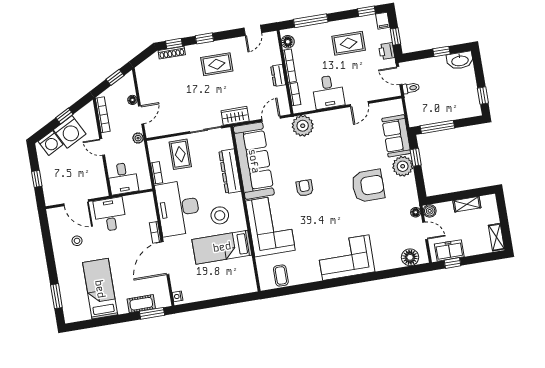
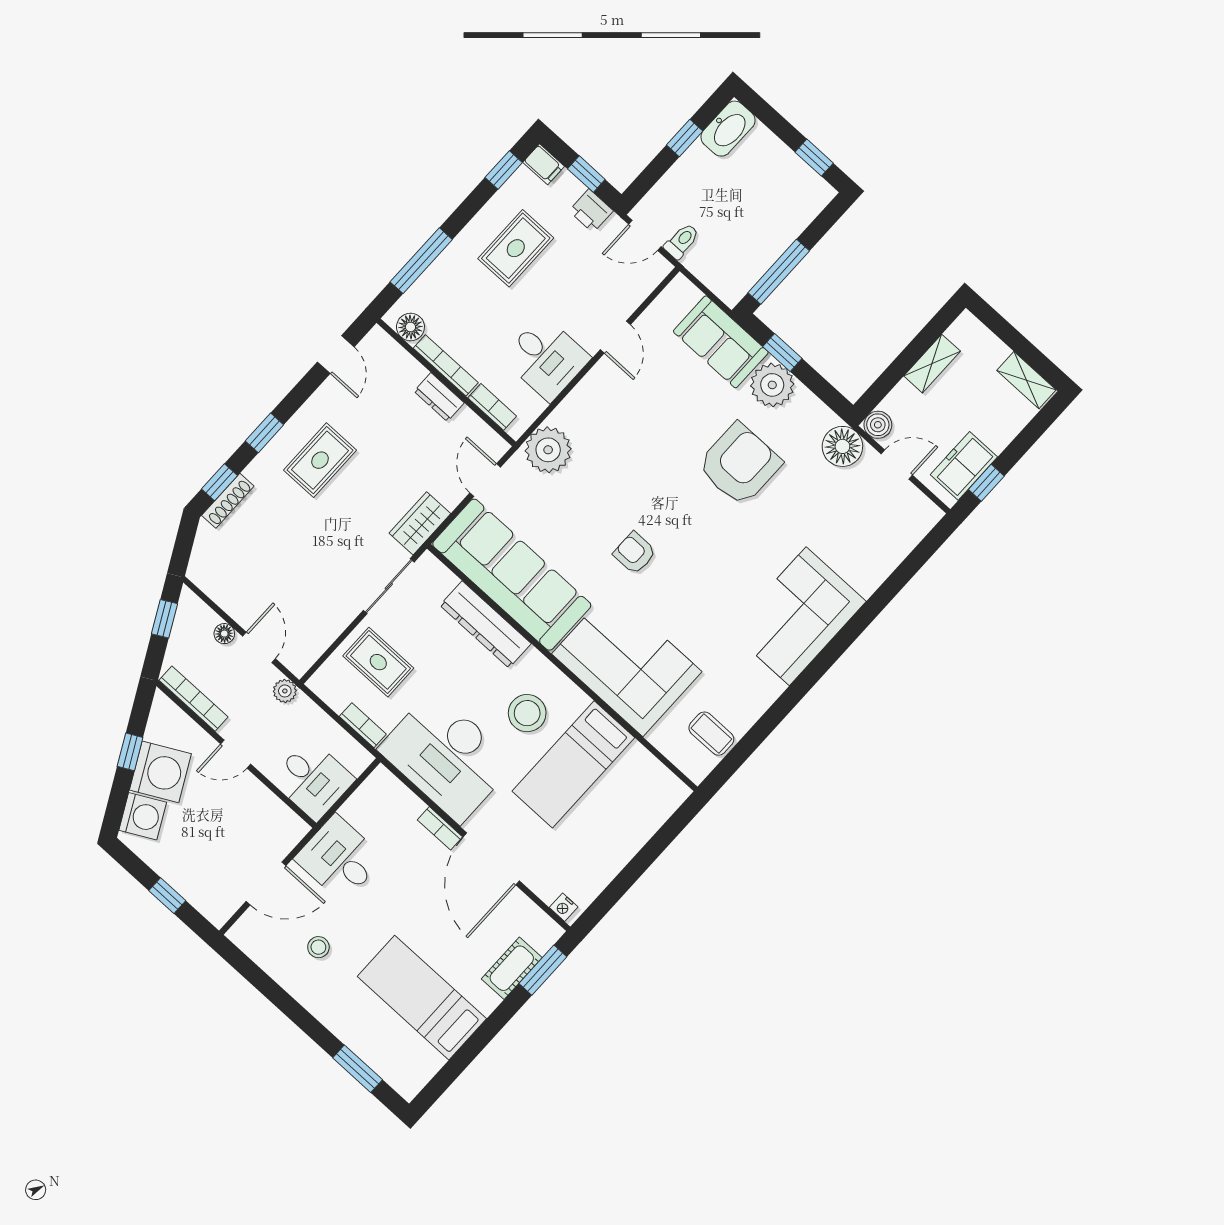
floor lamp: (416, 212) -> (842, 446), width x1.89, depth x1.89
floor lamp: (410, 257) -> (906, 530), removed

